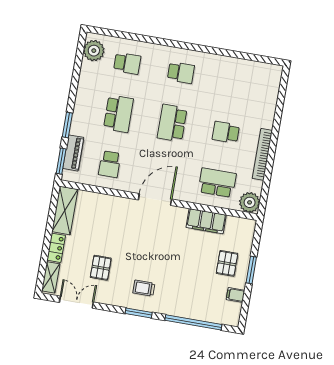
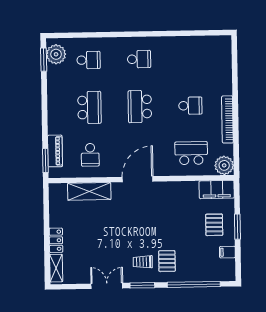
window: (67, 125) -> (44, 60), moved
school desk: (226, 132) -> (190, 106), turned 180
shelving: (65, 210) -> (89, 191), moved, turned 90
filing cabinet: (206, 221) -> (217, 190), moved
pallet: (101, 268) -> (167, 261), moved
double door: (76, 302) -> (107, 286), moved

